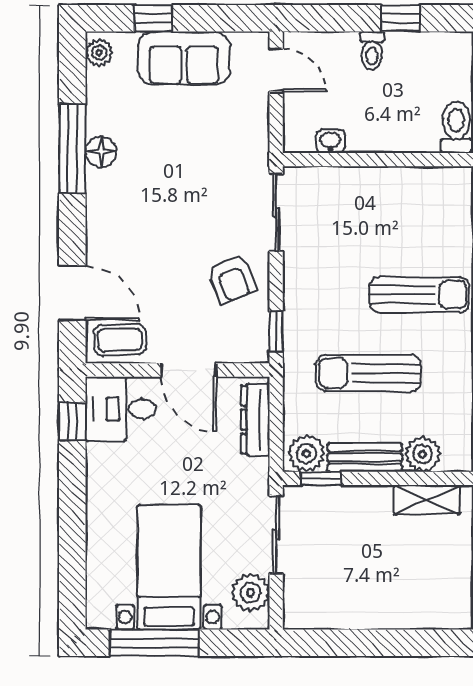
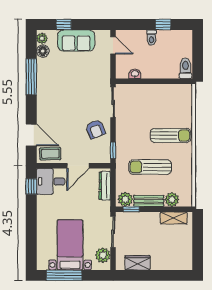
floor lamp: (101, 152) -> (43, 51), moved
door: (189, 370) -> (78, 166), hinge flipped
wardrobe: (337, 612) -> (137, 263), added

